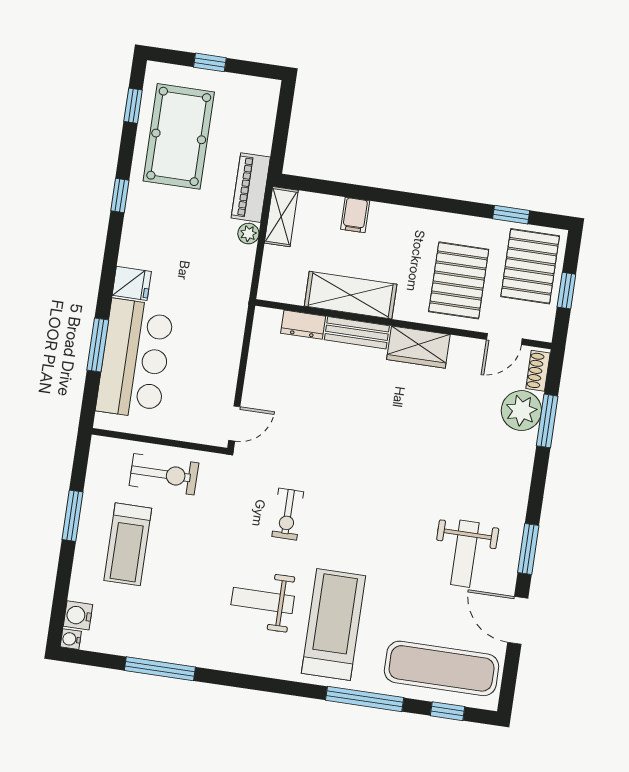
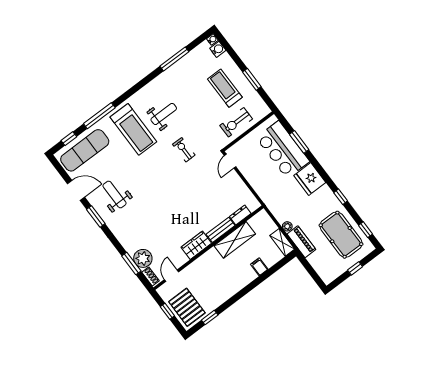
pallet: (459, 280) -> (205, 280), removed
fridge: (132, 283) -> (310, 179), width x1.88, depth x1.34

